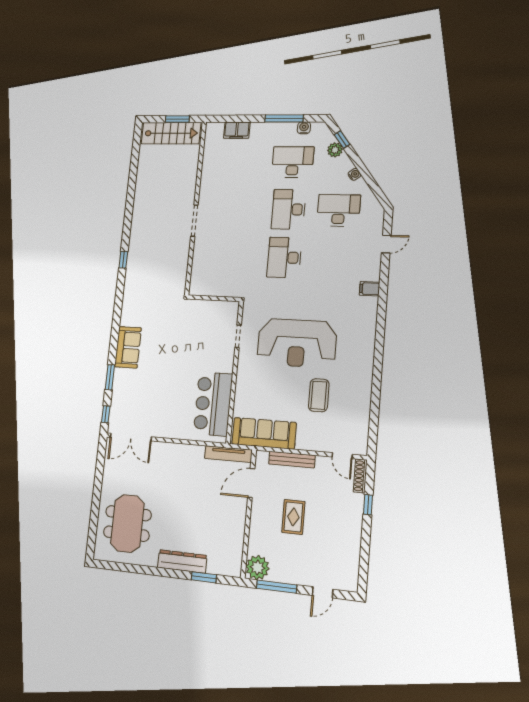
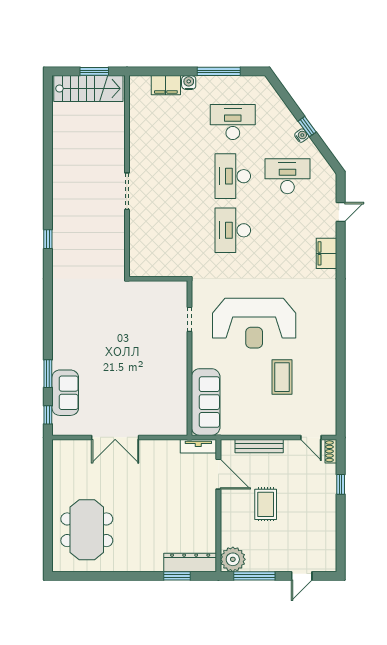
water cooler: (304, 128) -> (189, 83), moved
window: (342, 140) -> (307, 127), moved
plant: (335, 150) -> (278, 108), removed
filing cabinet: (370, 289) -> (327, 253), width x2.00
sofa: (128, 347) -> (65, 393), moved
bar counter: (213, 404) -> (169, 394), removed
sofa: (264, 433) -> (206, 402), moved, turned 90
double door: (131, 437) -> (115, 437), moved
tv unit: (228, 454) -> (198, 446), width x0.71
shoe rack: (360, 476) -> (331, 451), width x0.70
door: (251, 483) -> (218, 474), swing flipped
dresser: (182, 561) -> (190, 562), moved

